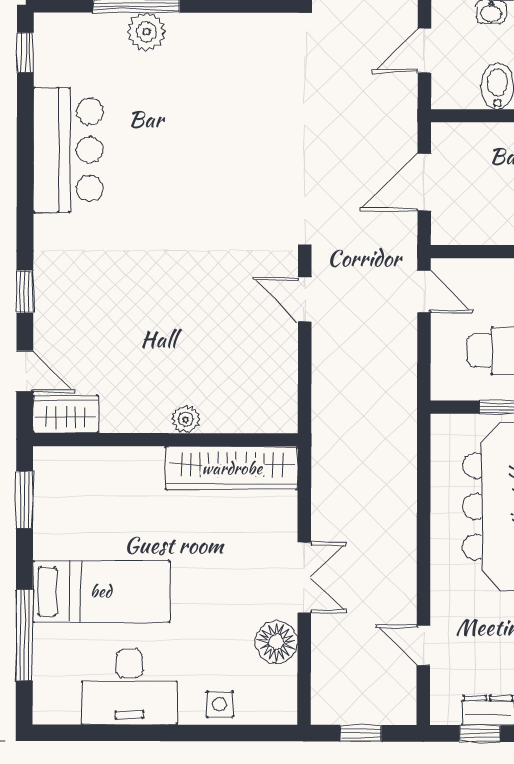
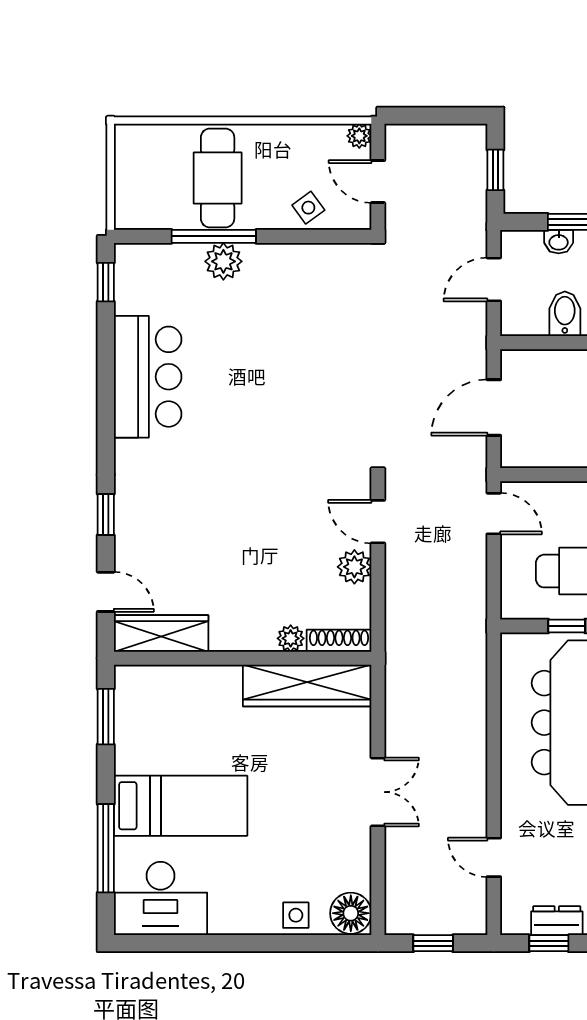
plant: (281, 346) -> (354, 567), added
wardrobe: (65, 414) -> (161, 633), width x1.50
plant: (186, 419) -> (291, 638), moved
shoe rack: (265, 422) -> (339, 641), added
floor lamp: (276, 642) -> (351, 913), moved
desk: (129, 687) -> (160, 898), moved

